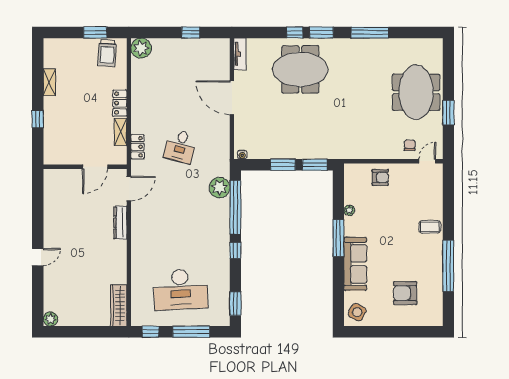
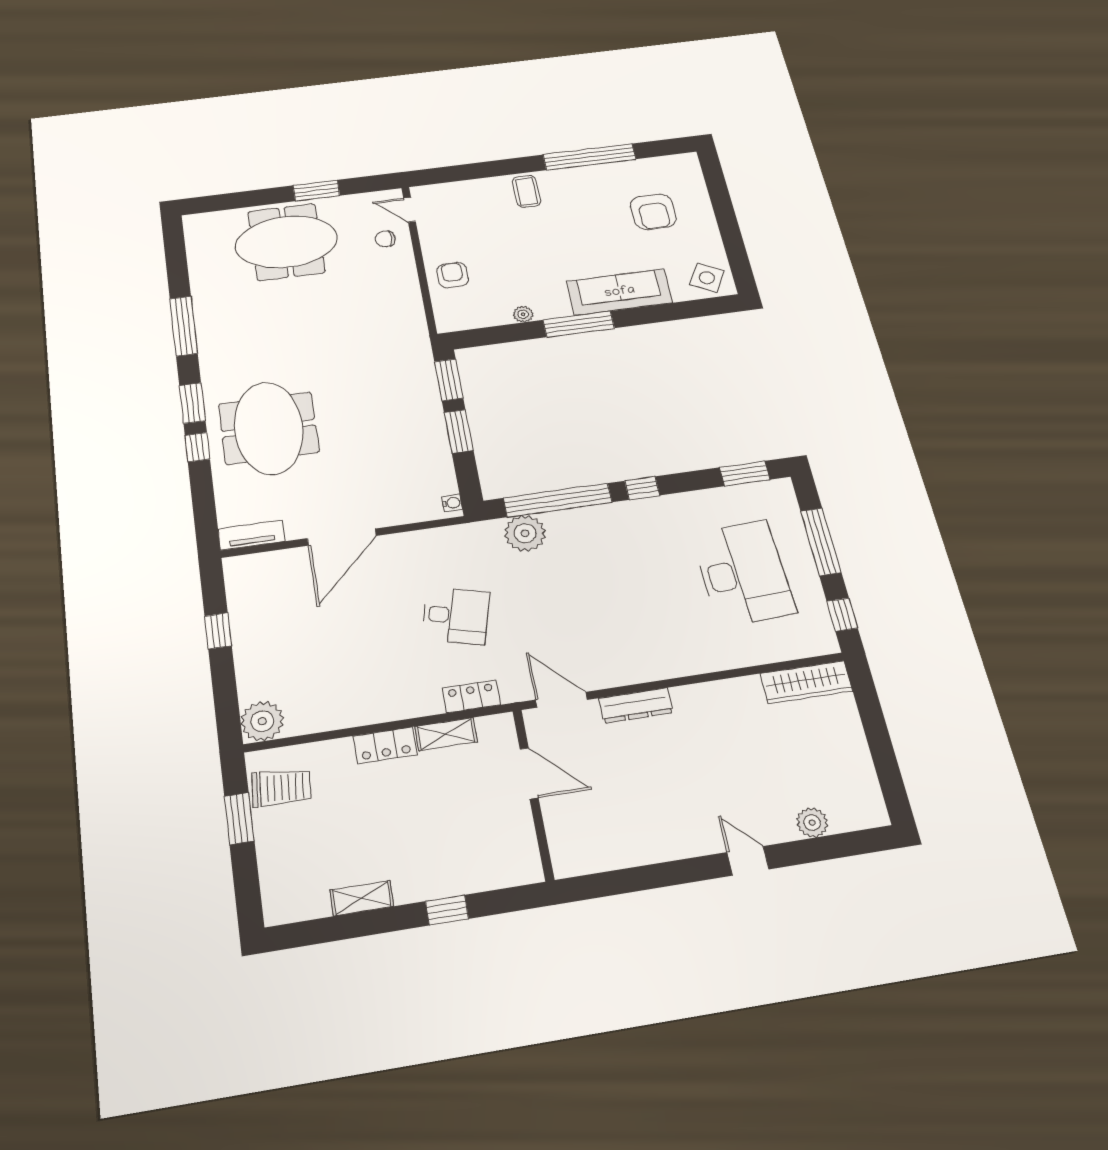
plant: (50, 319) -> (812, 823), moved

